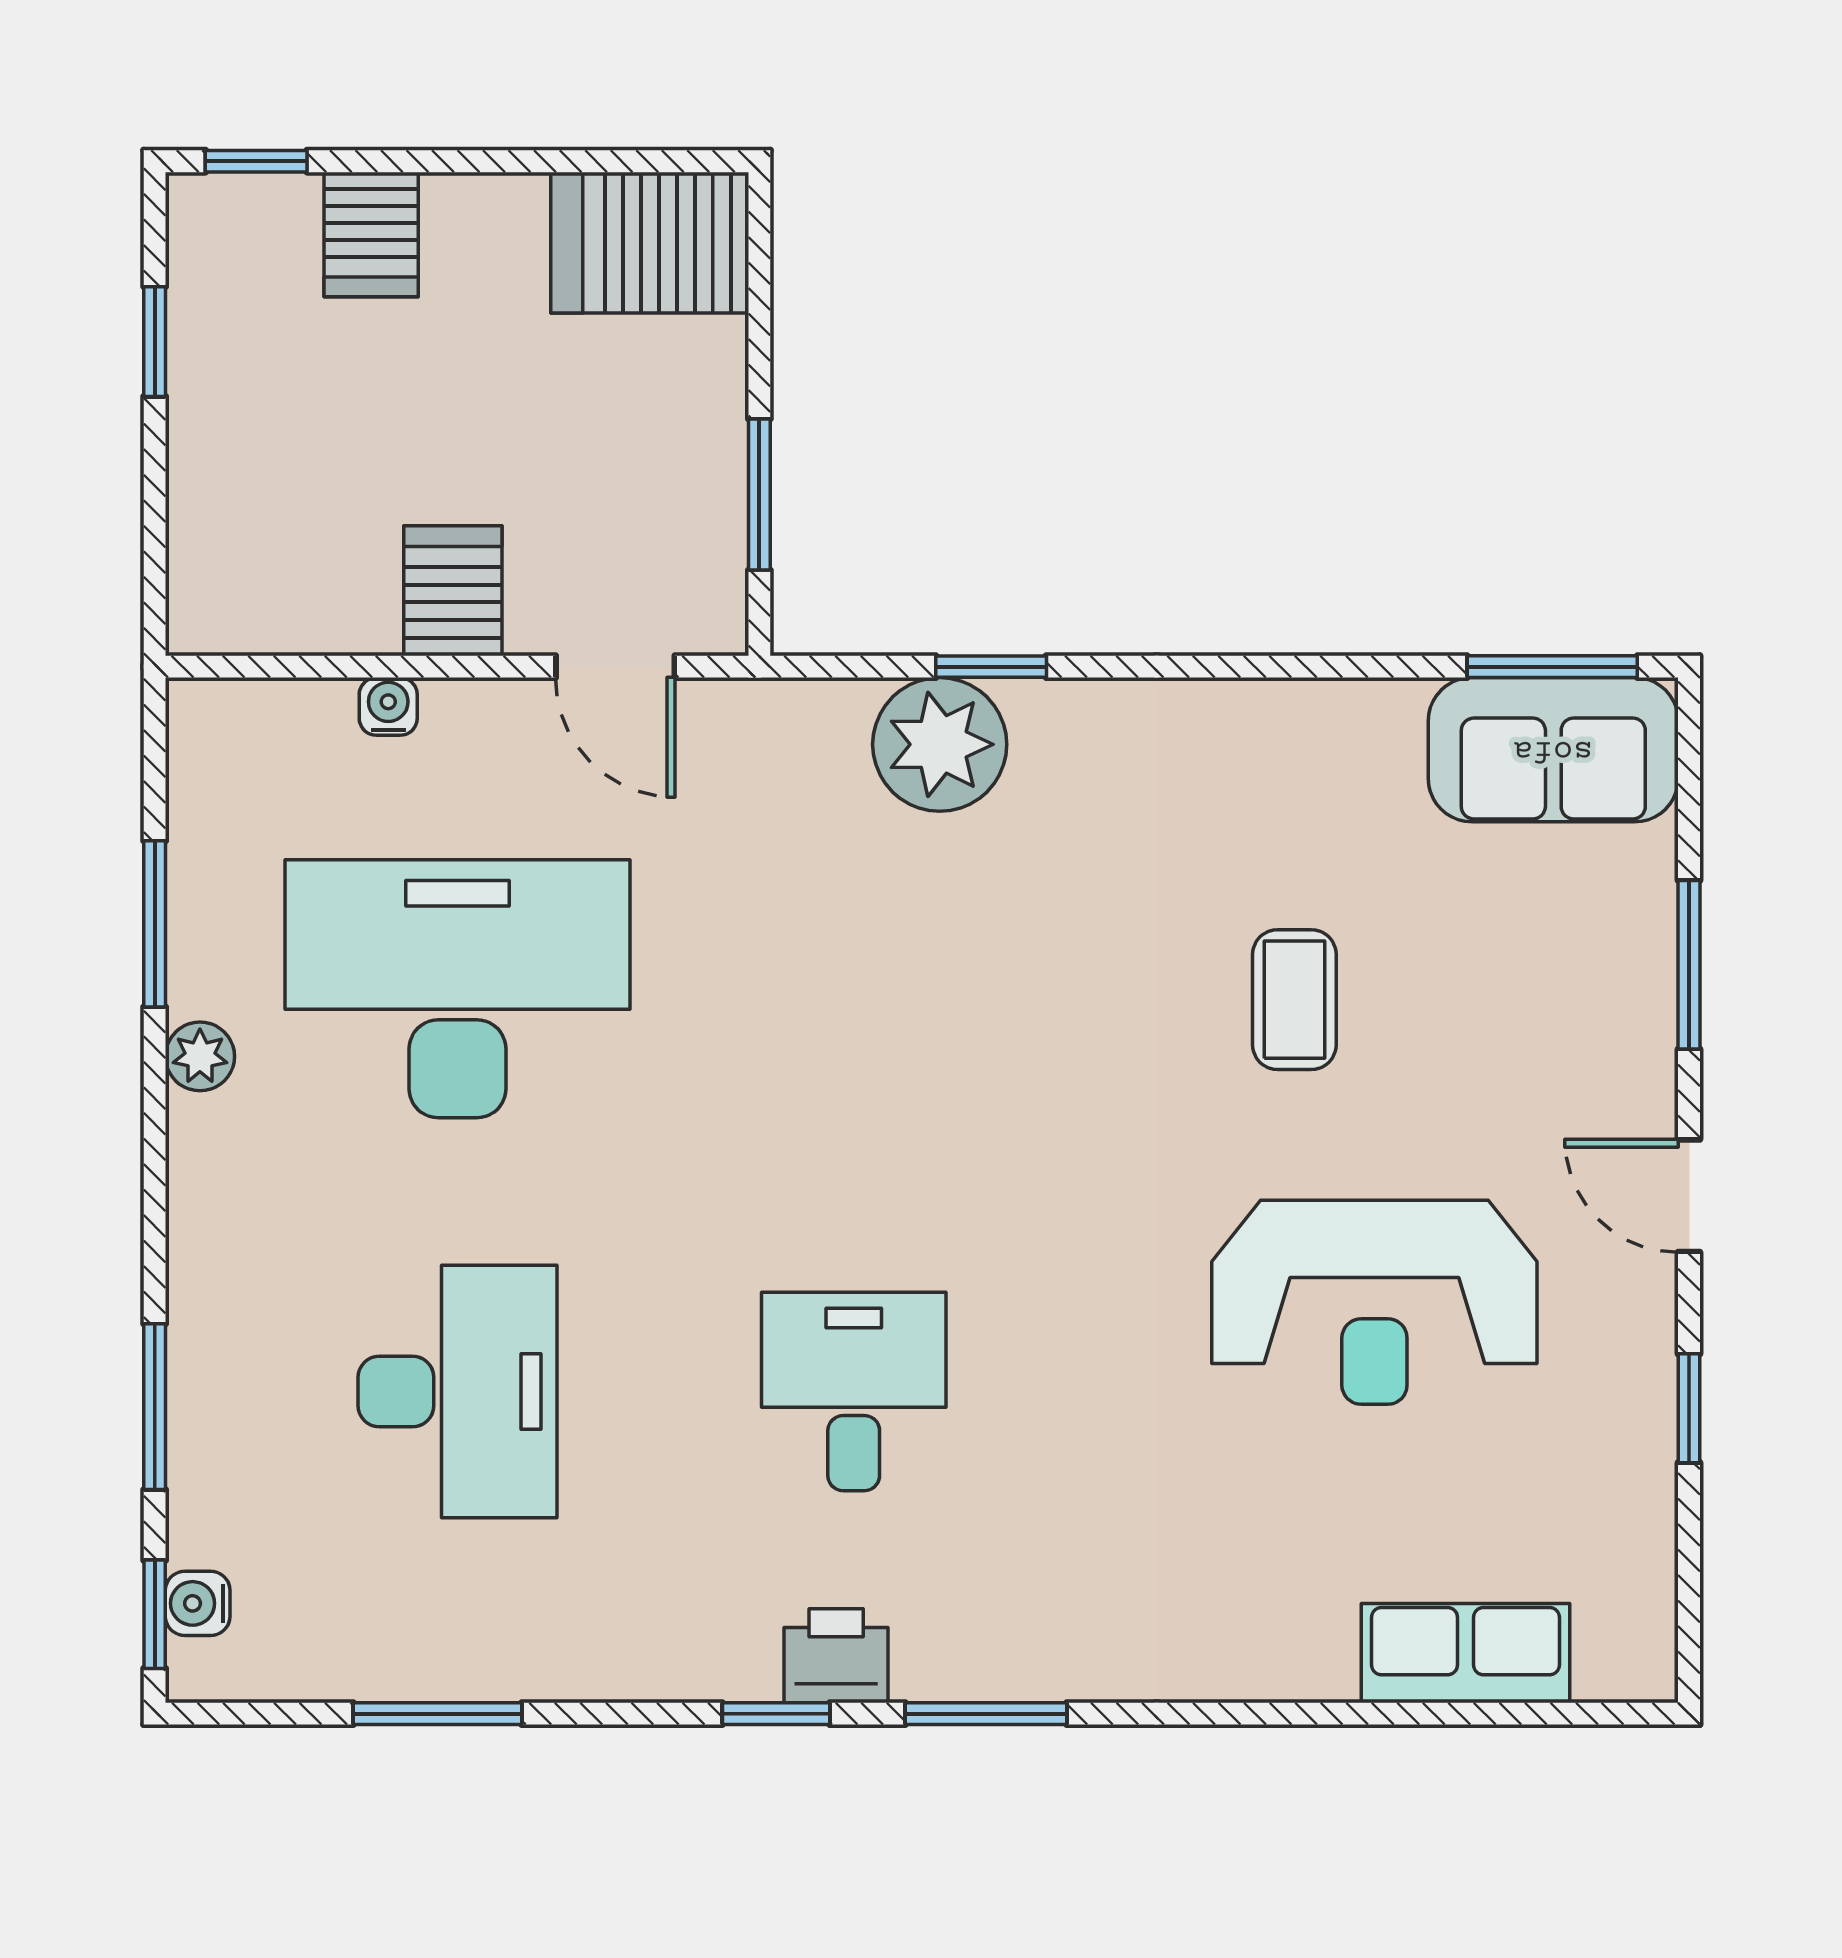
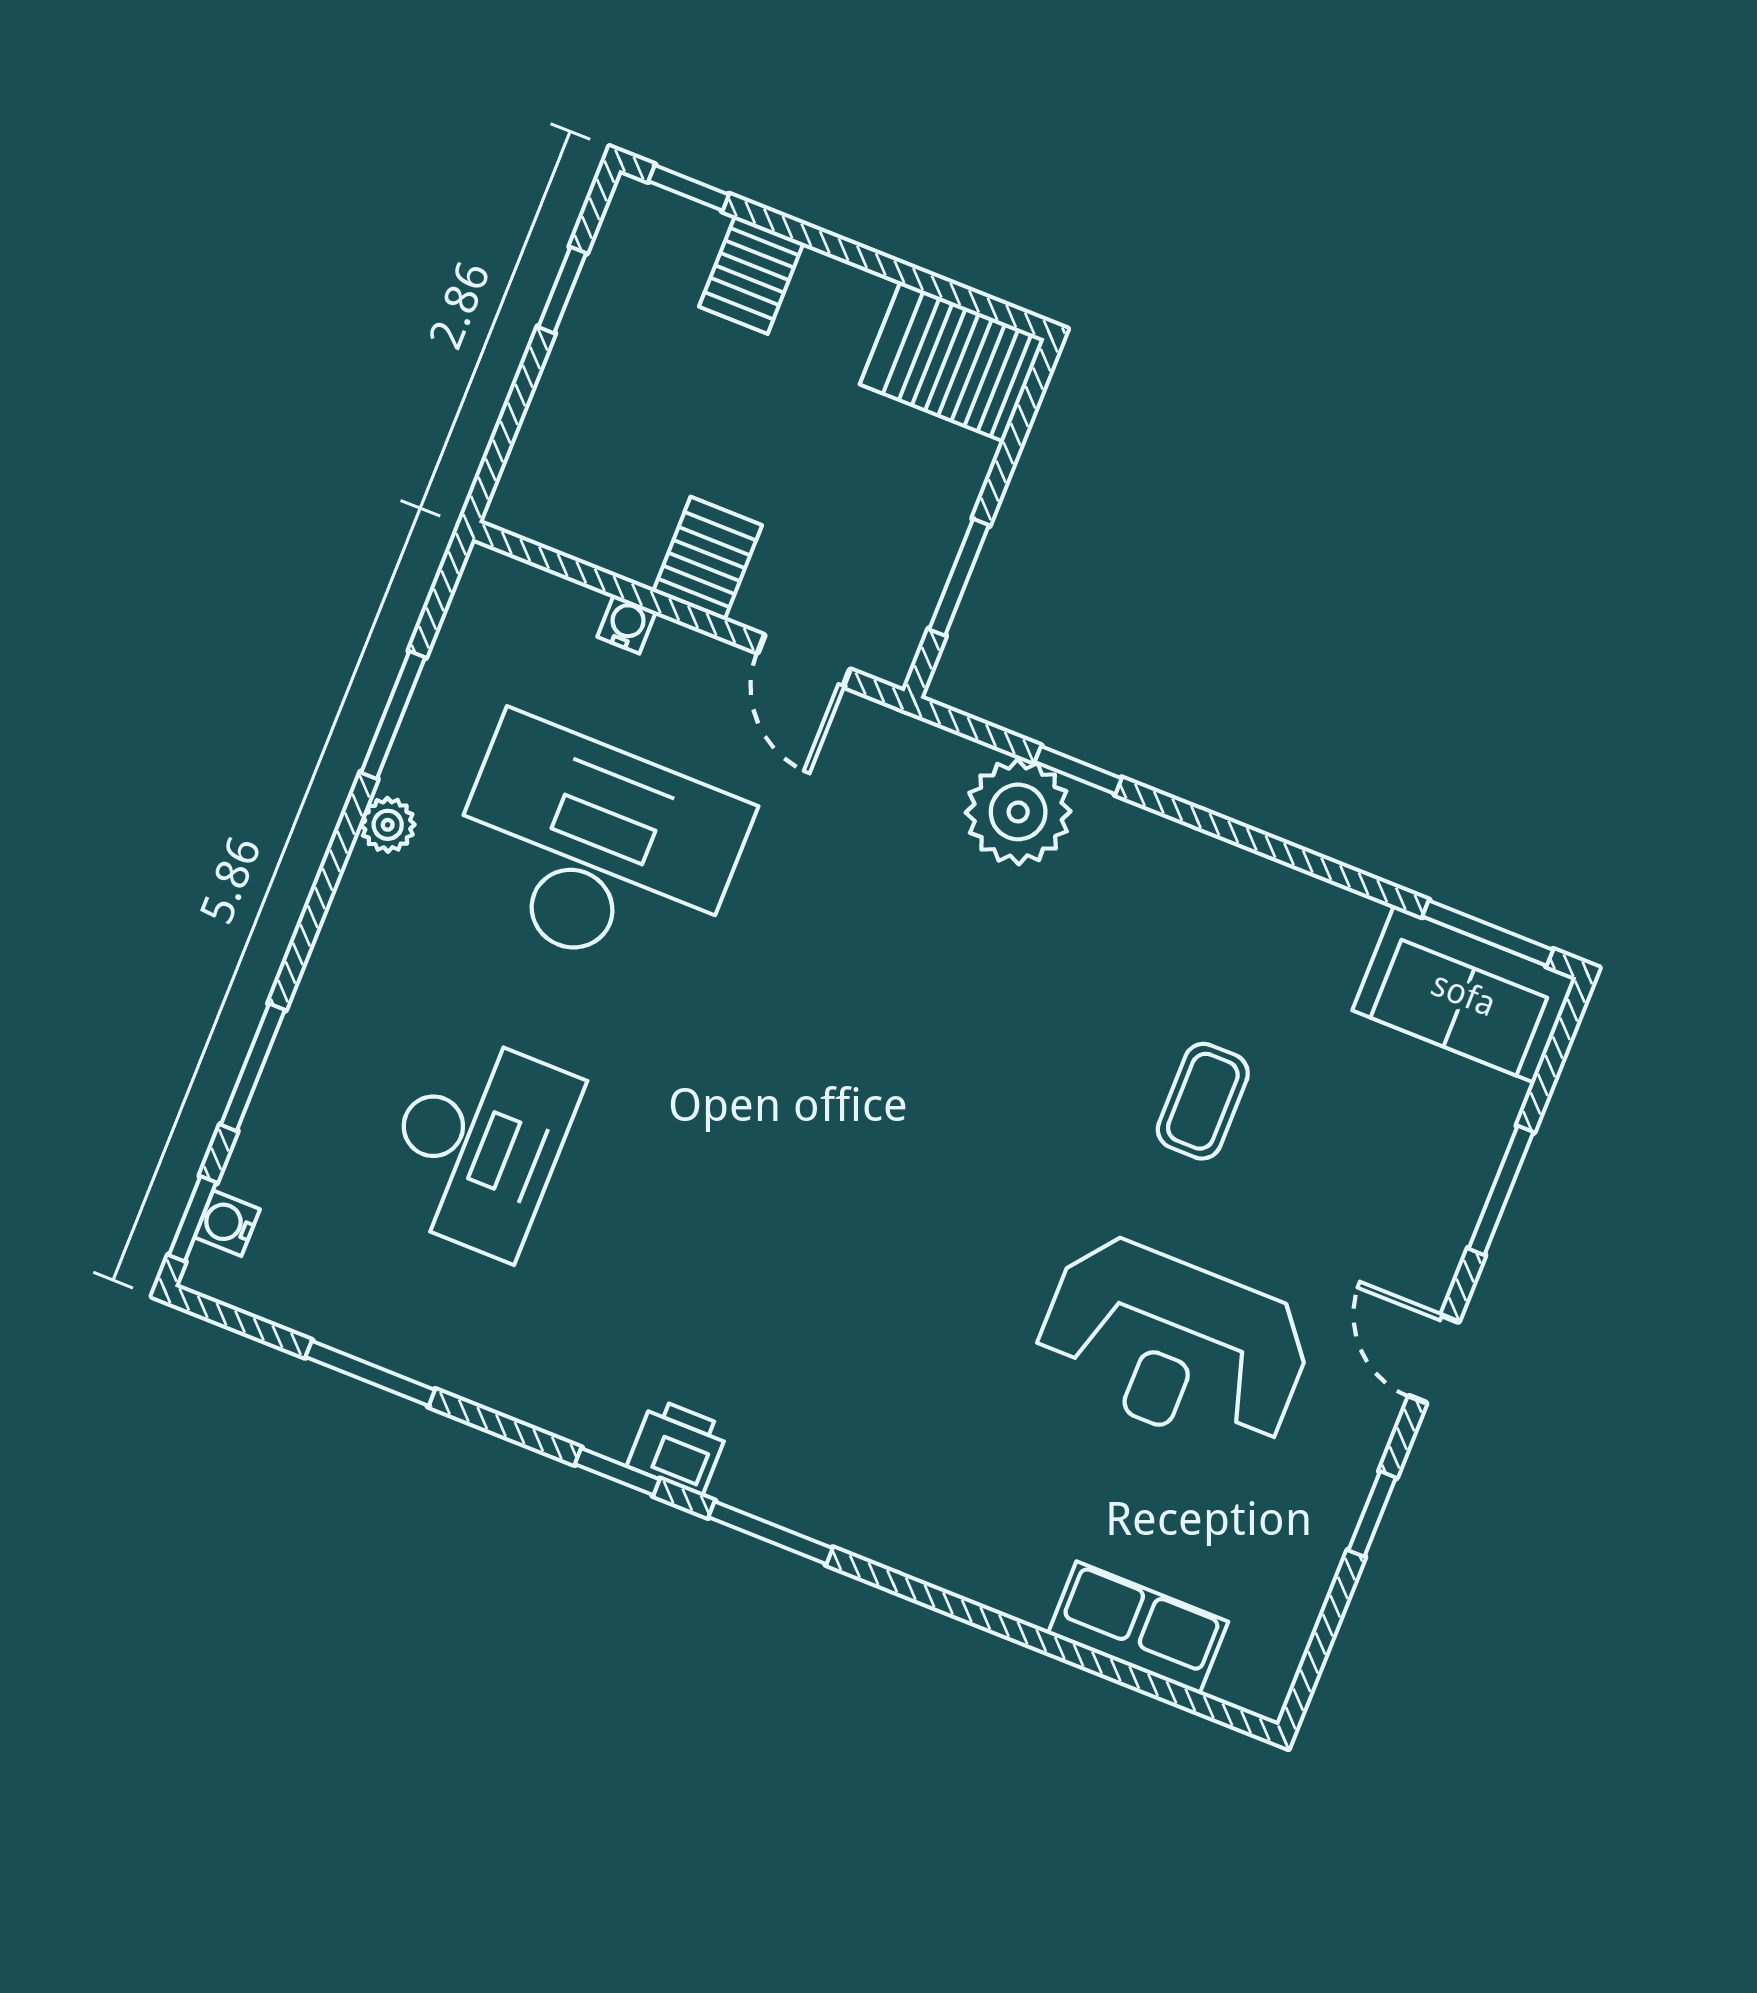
desk: (854, 1392) -> (767, 1259), removed

